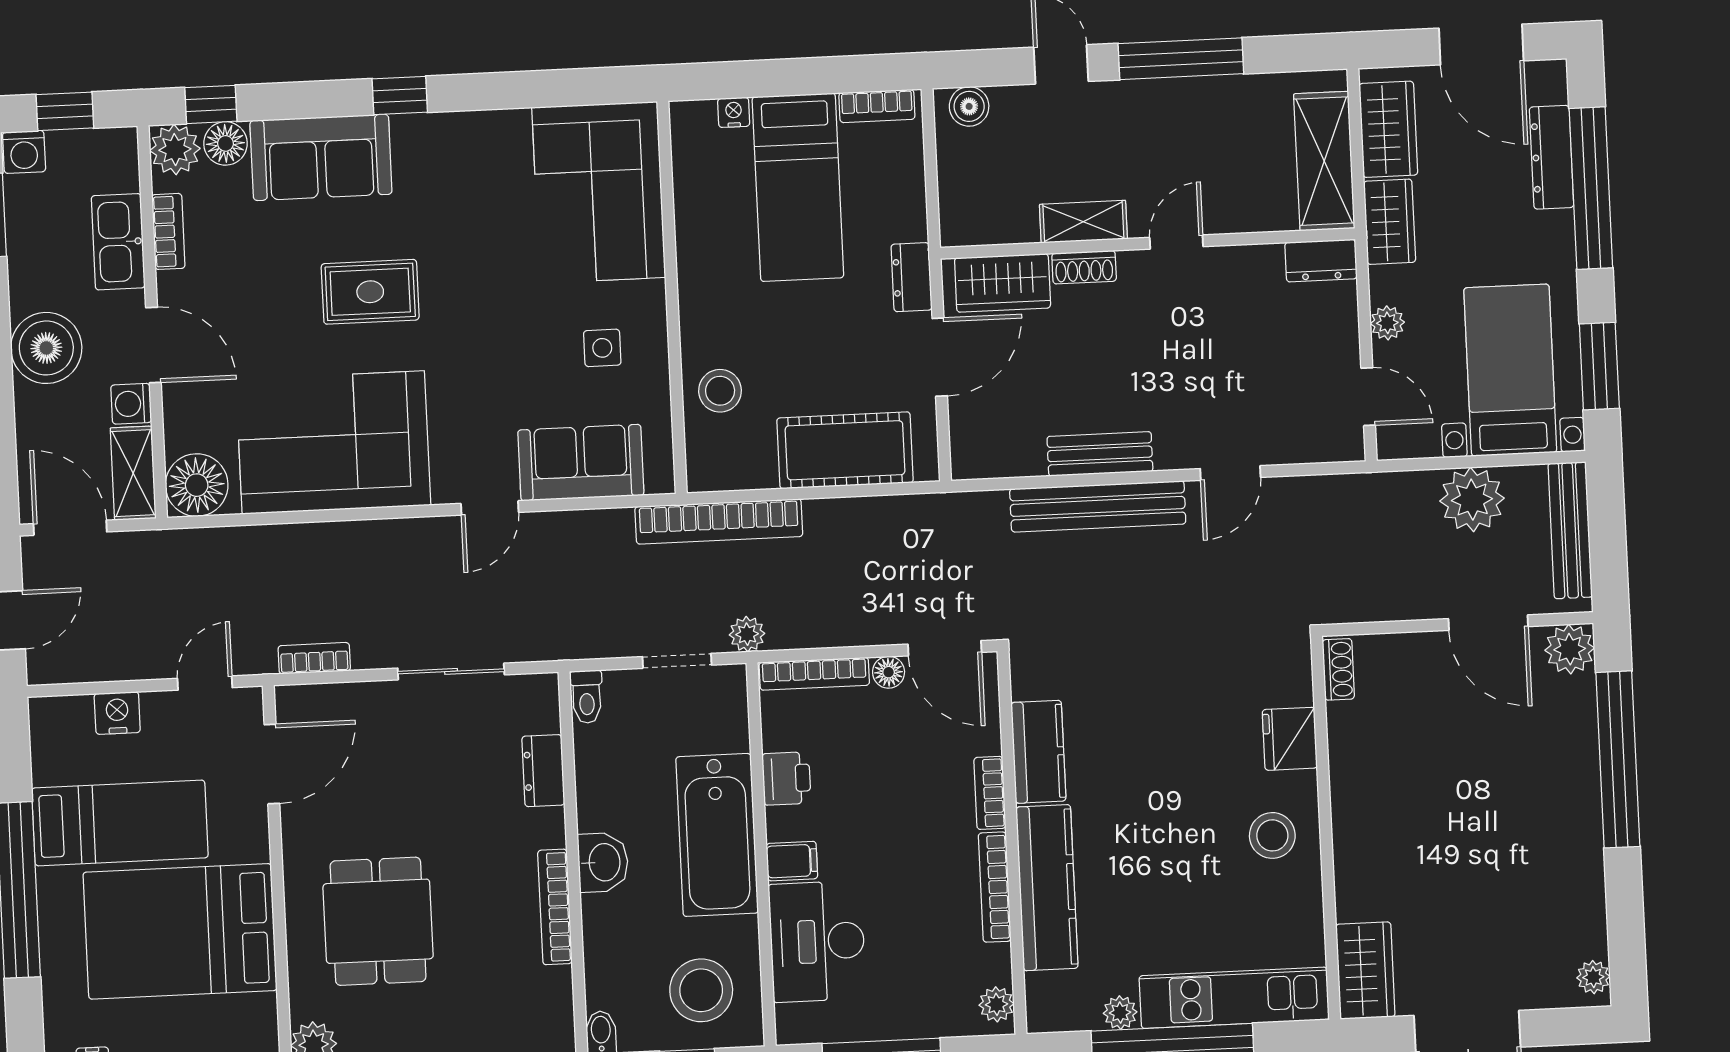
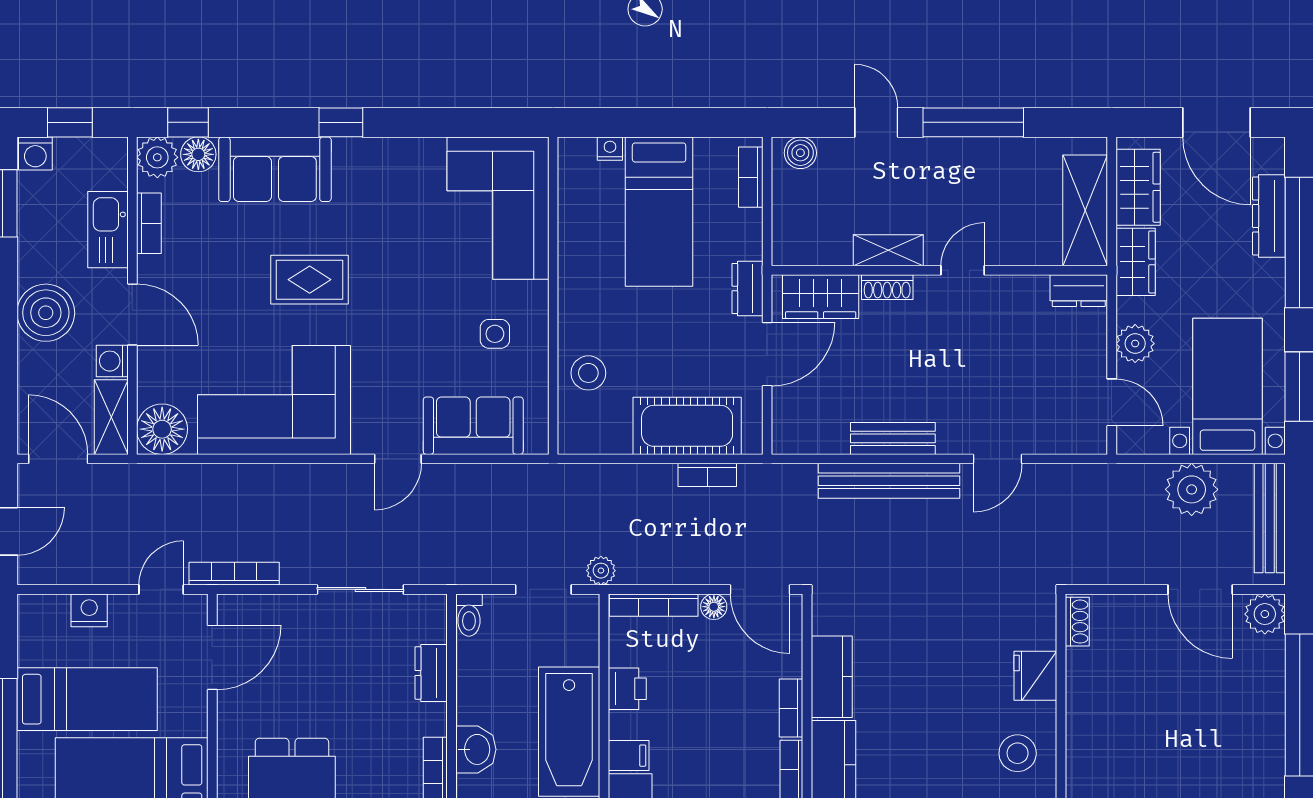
bookcase: (877, 106) -> (751, 177), moved, turned 90
plant: (1387, 323) -> (1135, 344), width x1.38, depth x1.38
bookcase: (719, 521) -> (707, 475), moved, width x0.43, depth x0.76
bookcase: (314, 658) -> (234, 574), width x1.56

